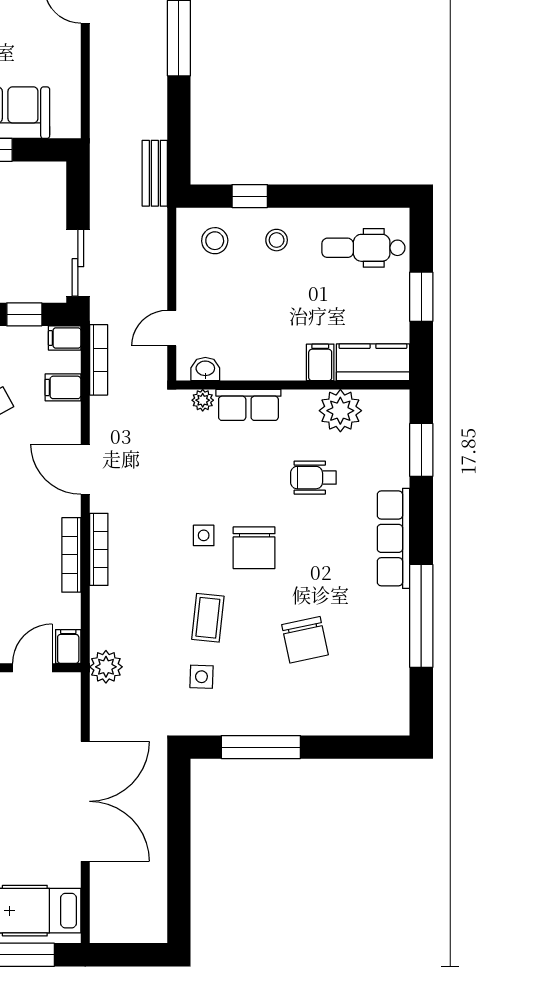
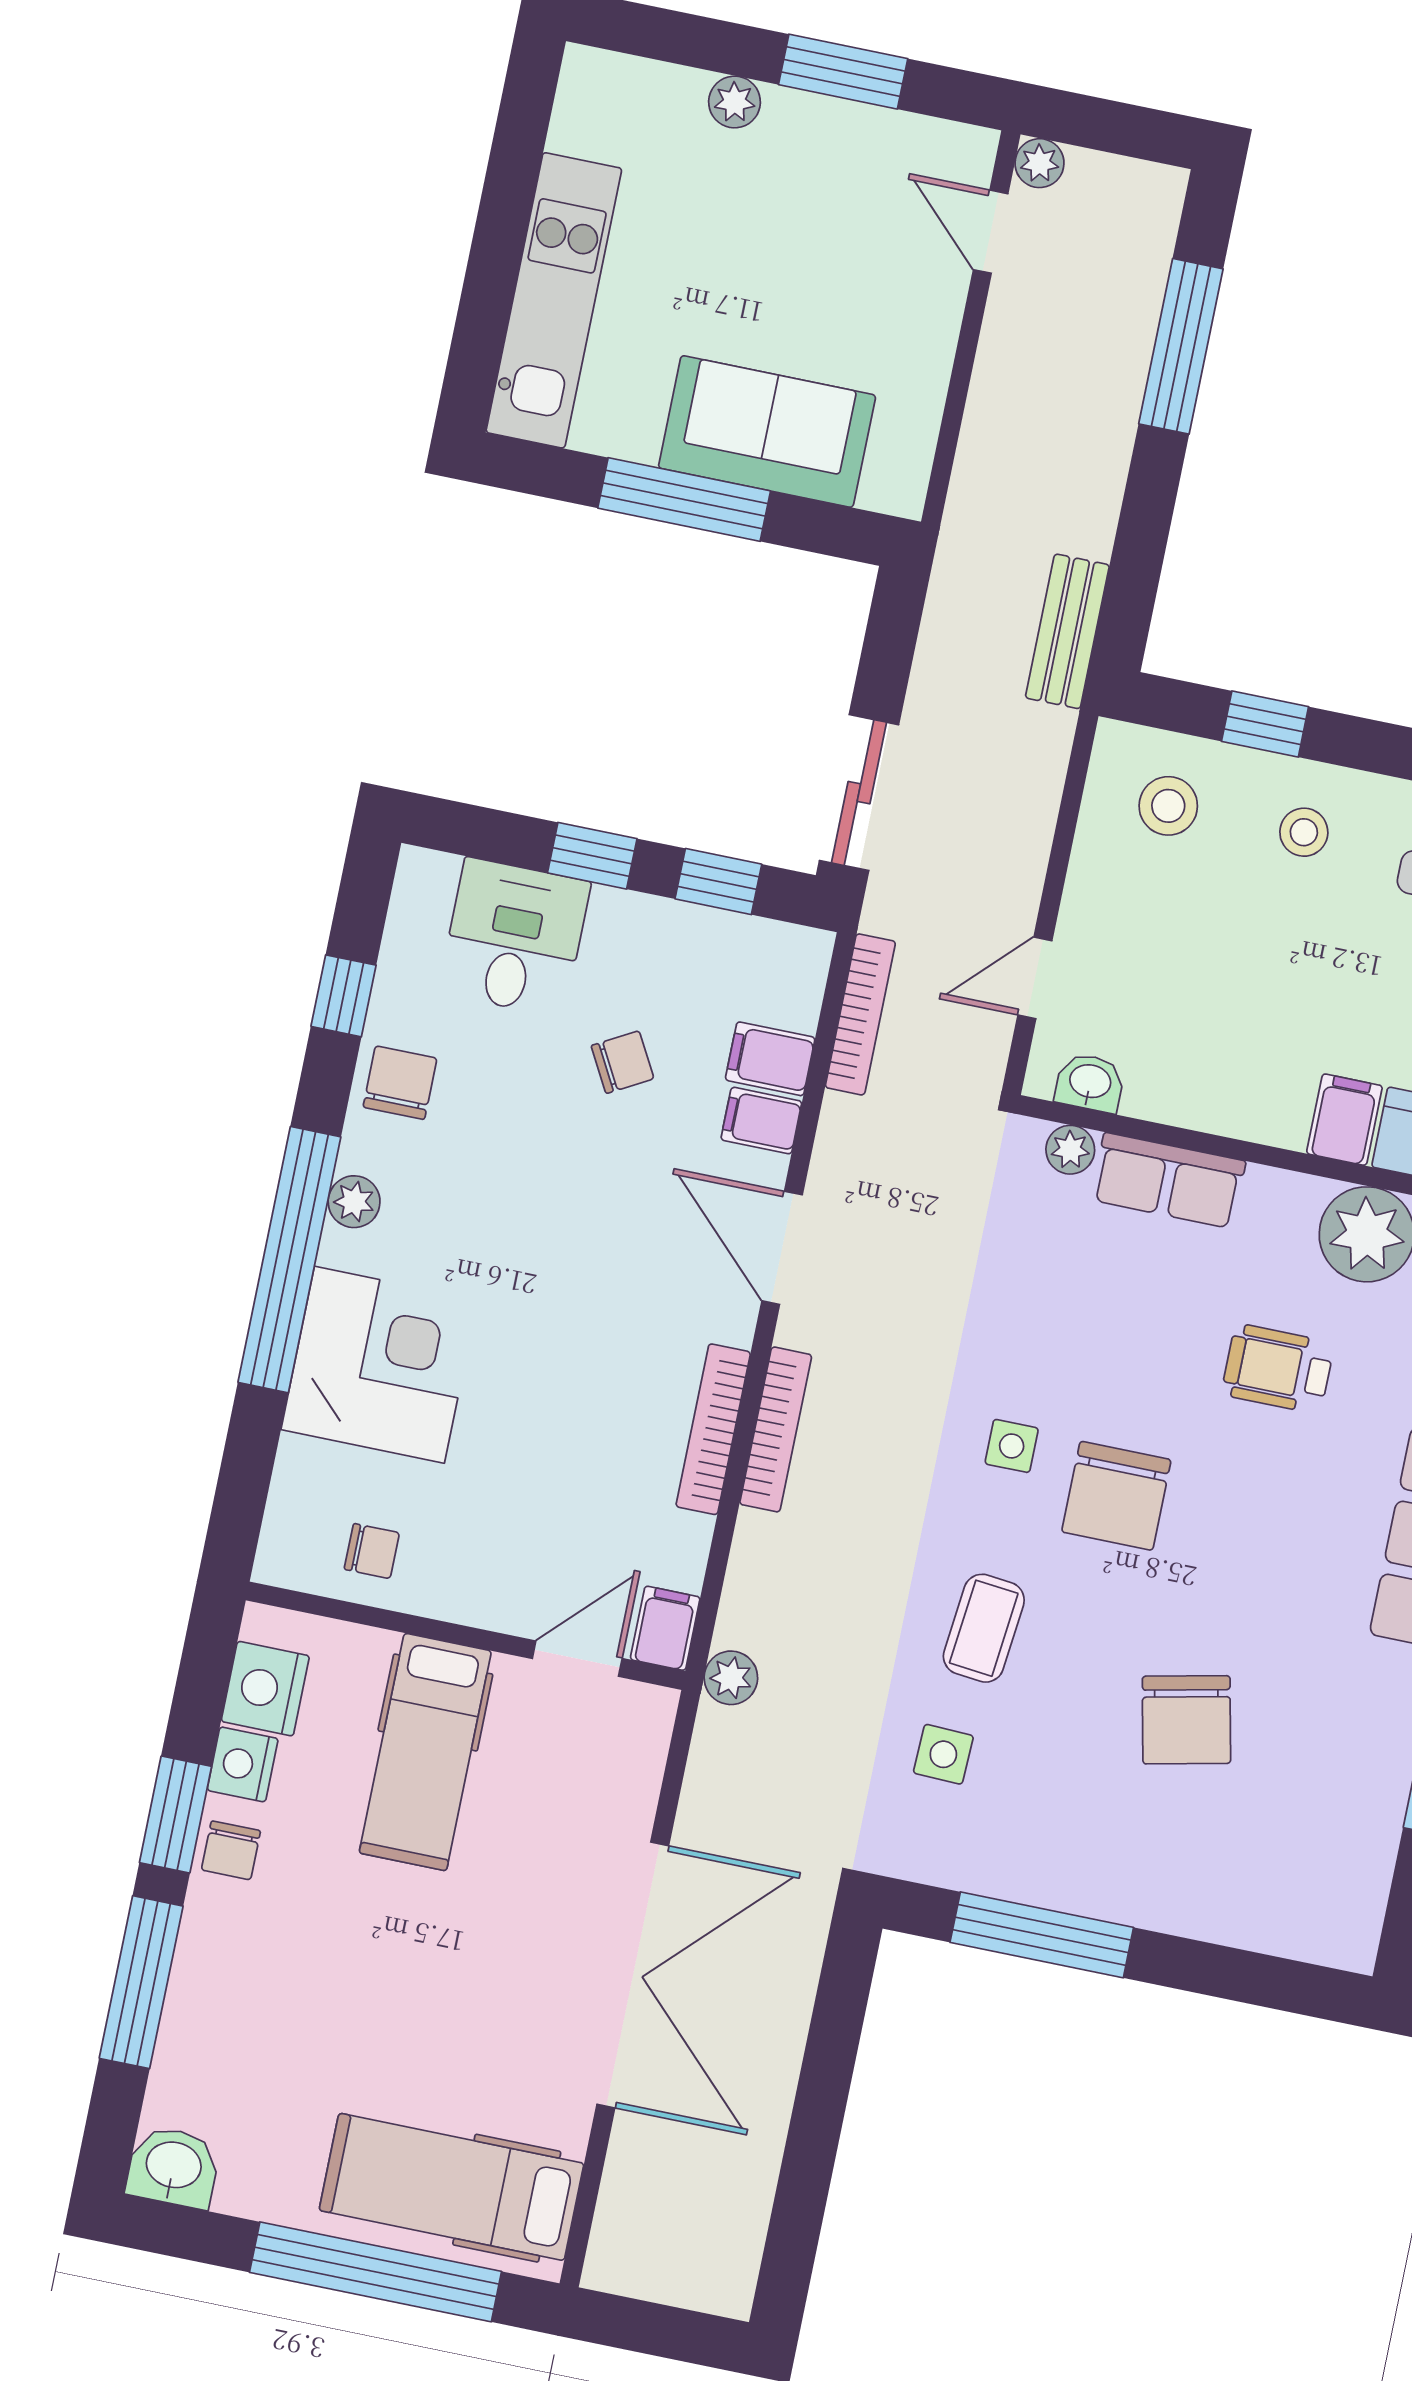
filing cabinet: (65, 338) -> (761, 1121), moved
plant: (106, 667) -> (731, 1678), width x0.73, depth x0.73

